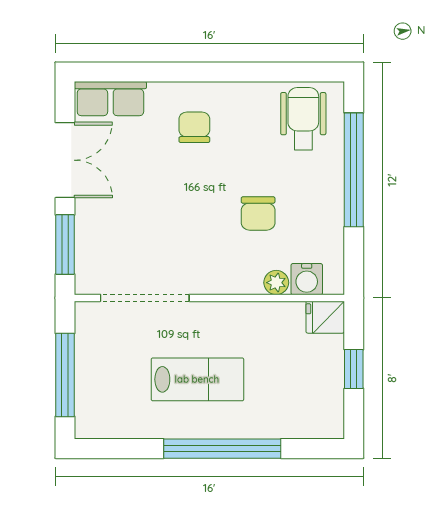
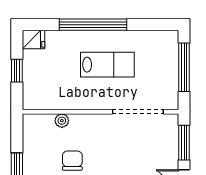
water cooler: (307, 279) -> (44, 123), removed
fridge: (325, 317) -> (33, 40), moved
lab bench: (197, 379) -> (107, 65), turned 180

